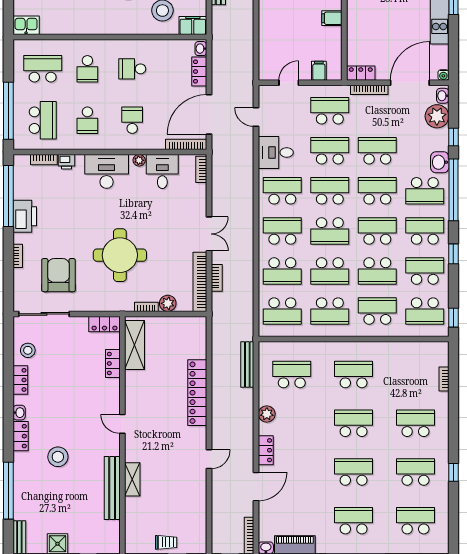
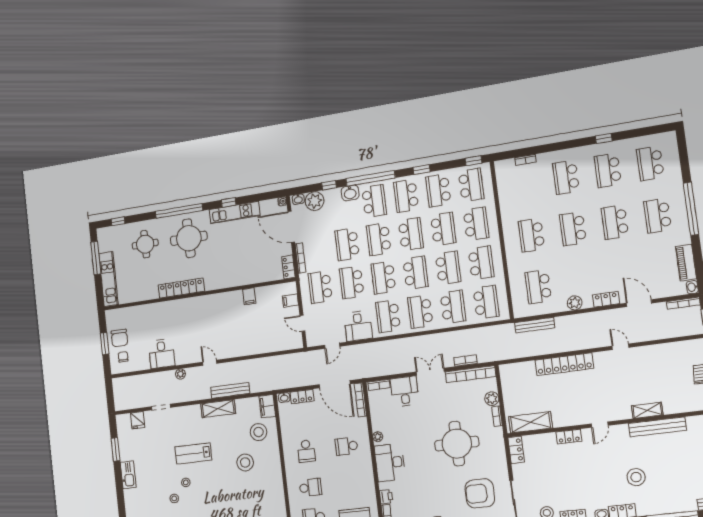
school desk: (87, 120) -> (351, 483), removed
desk: (162, 171) -> (405, 391), moved, turned 90
school desk: (377, 231) -> (411, 234), turned 180
school desk: (377, 311) -> (476, 224), turned 180
locker: (113, 363) -> (569, 437), moved

